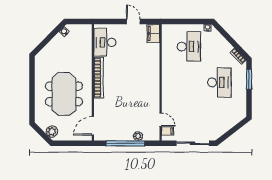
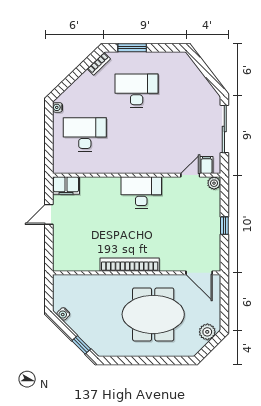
desk: (105, 42) -> (141, 192), moved, turned 180
window: (43, 44) -> (81, 345), added
plant: (138, 136) -> (214, 183), moved
window: (126, 143) -> (224, 226), width x0.32

